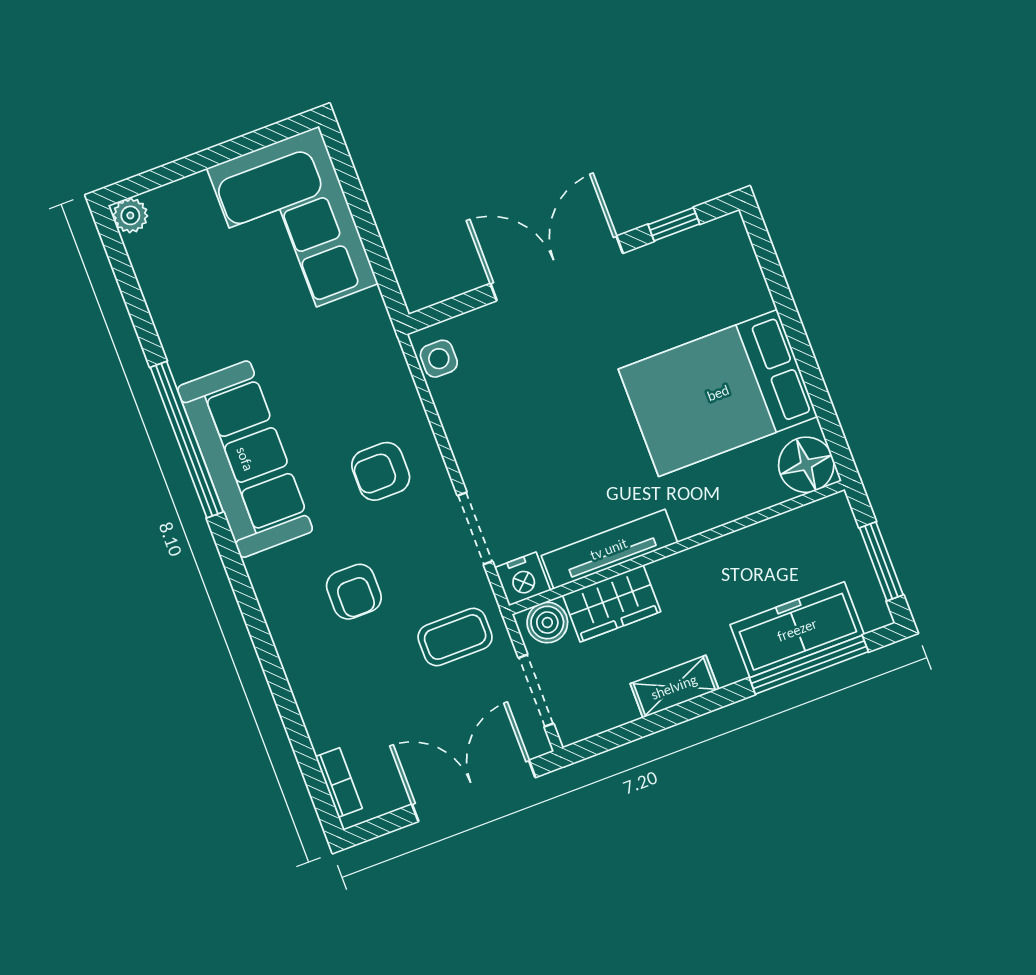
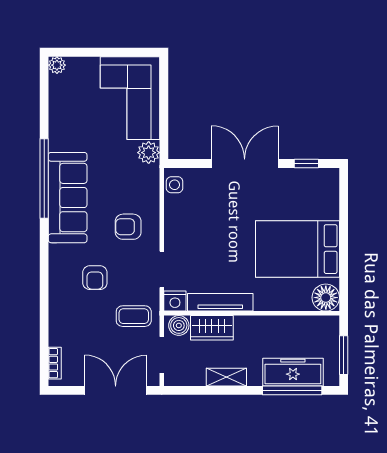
plant: (366, 316) -> (149, 153), added

